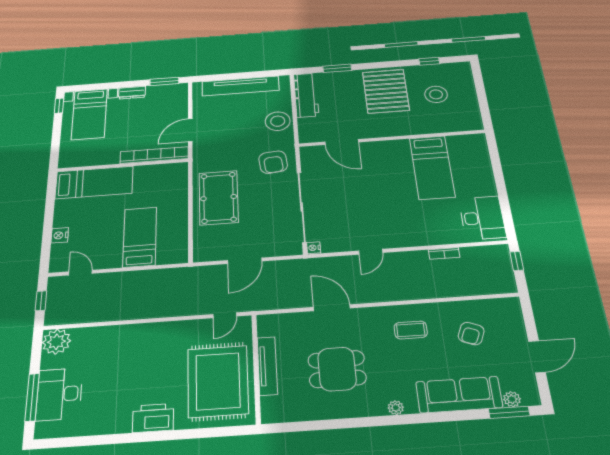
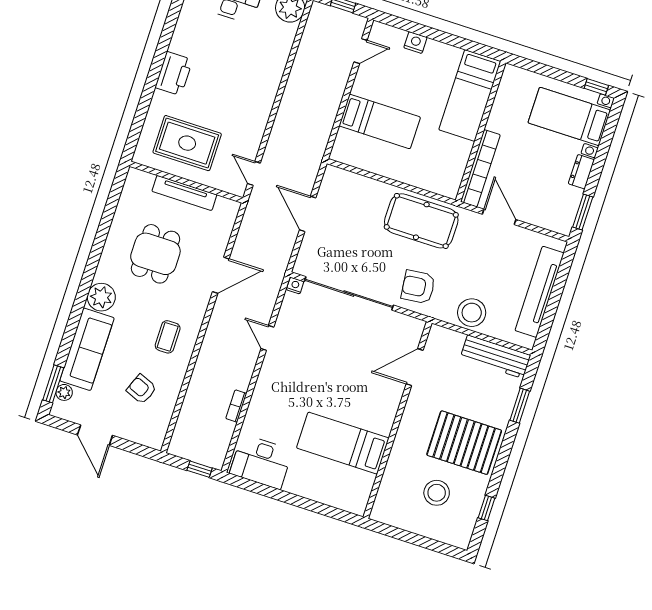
pool table: (219, 198) -> (421, 221), moved
rug: (218, 381) -> (187, 143), width x0.73, depth x0.69
plant: (396, 408) -> (101, 297), width x1.87, depth x1.87

